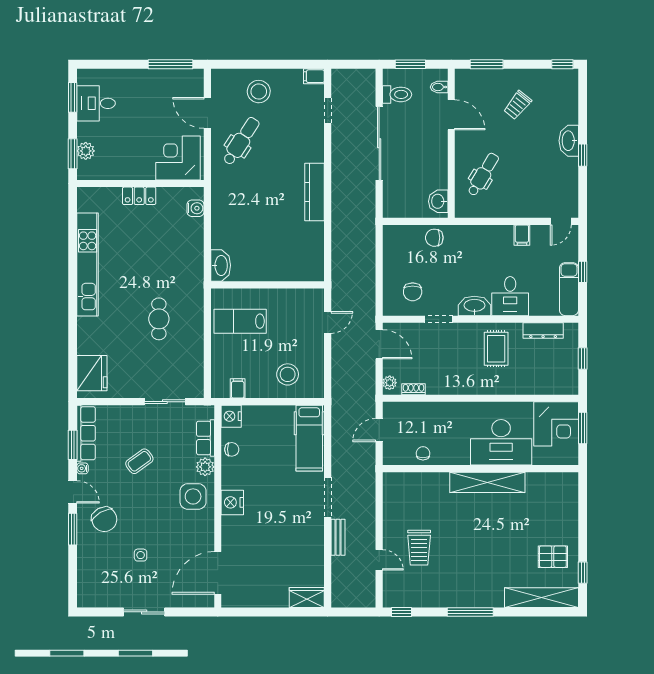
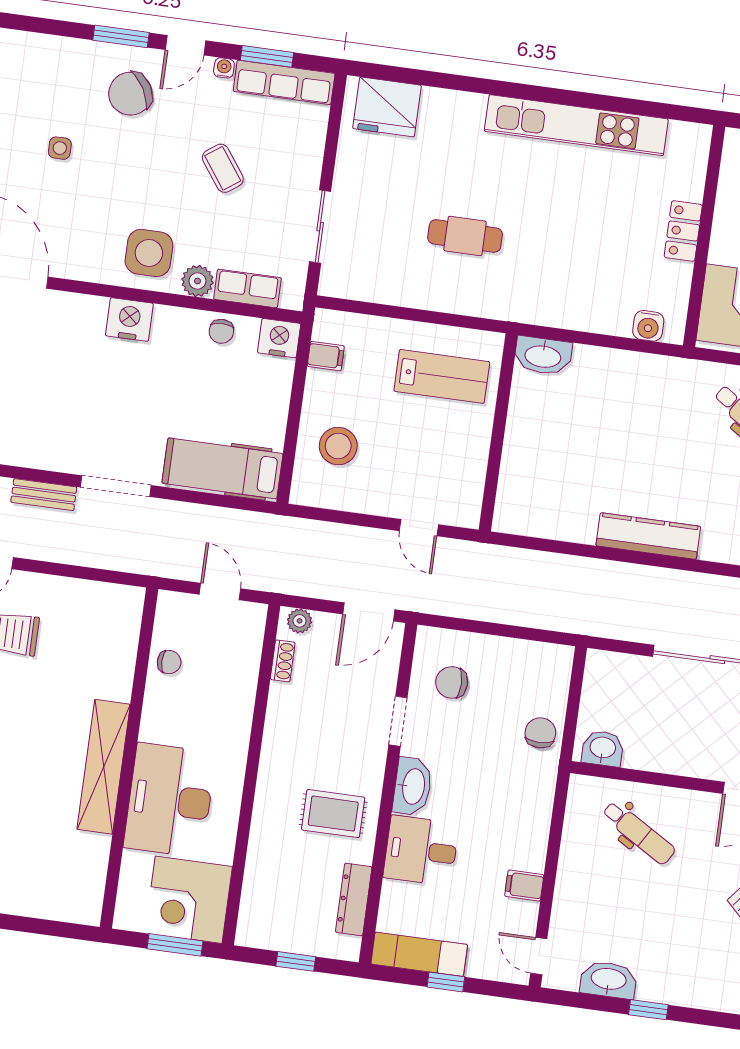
washbasin: (569, 141) -> (609, 980), moved
lab bench: (240, 321) -> (442, 376), turned 90

